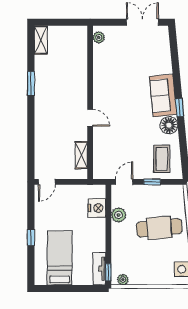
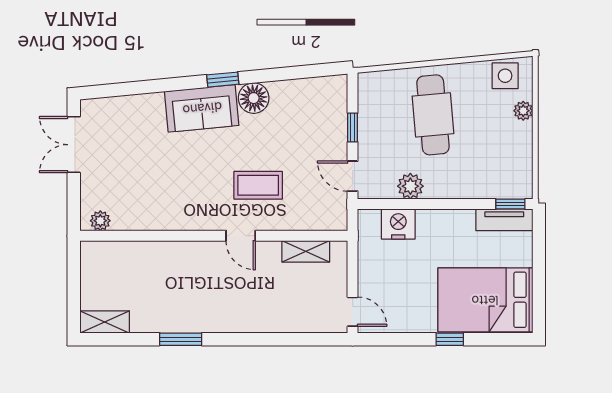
door: (90, 118) -> (241, 236), swing flipped
coffee table: (162, 159) -> (258, 185), moved
bed: (60, 258) -> (485, 300), width x1.50
plant: (123, 280) -> (523, 111), moved

